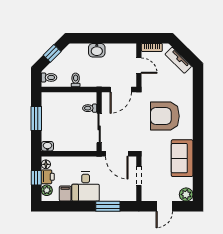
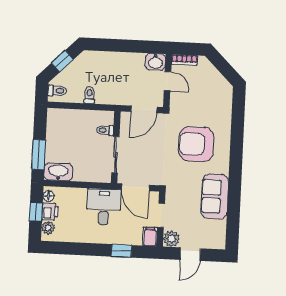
washbasin: (97, 50) -> (155, 62), moved
tv unit: (178, 60) -> (216, 77), removed
window: (36, 118) -> (39, 155), moved
washbasin: (47, 146) -> (58, 172), width x1.91, depth x1.45
desk: (86, 186) -> (104, 207), moved, turned 180
filing cabinet: (65, 194) -> (150, 237), moved
plant: (186, 194) -> (172, 239), moved
window: (108, 206) -> (121, 251), width x0.67

